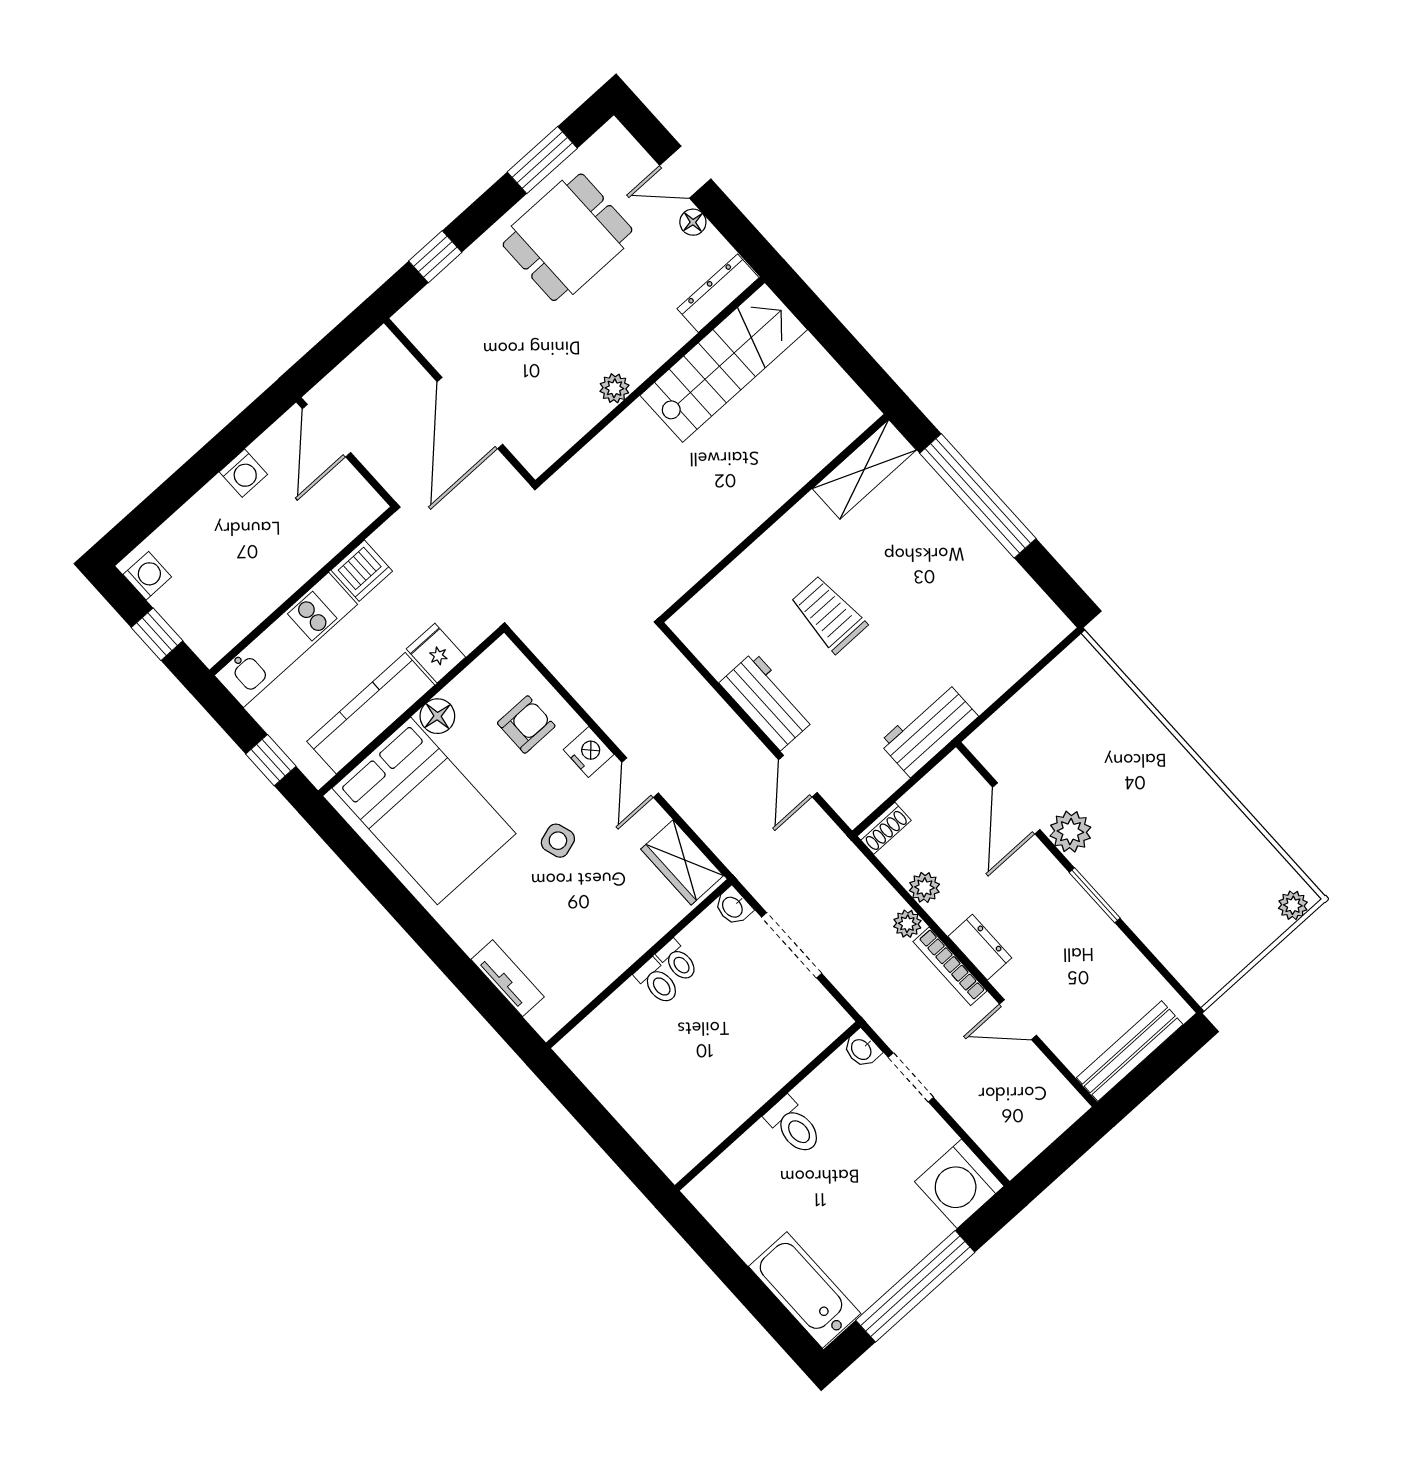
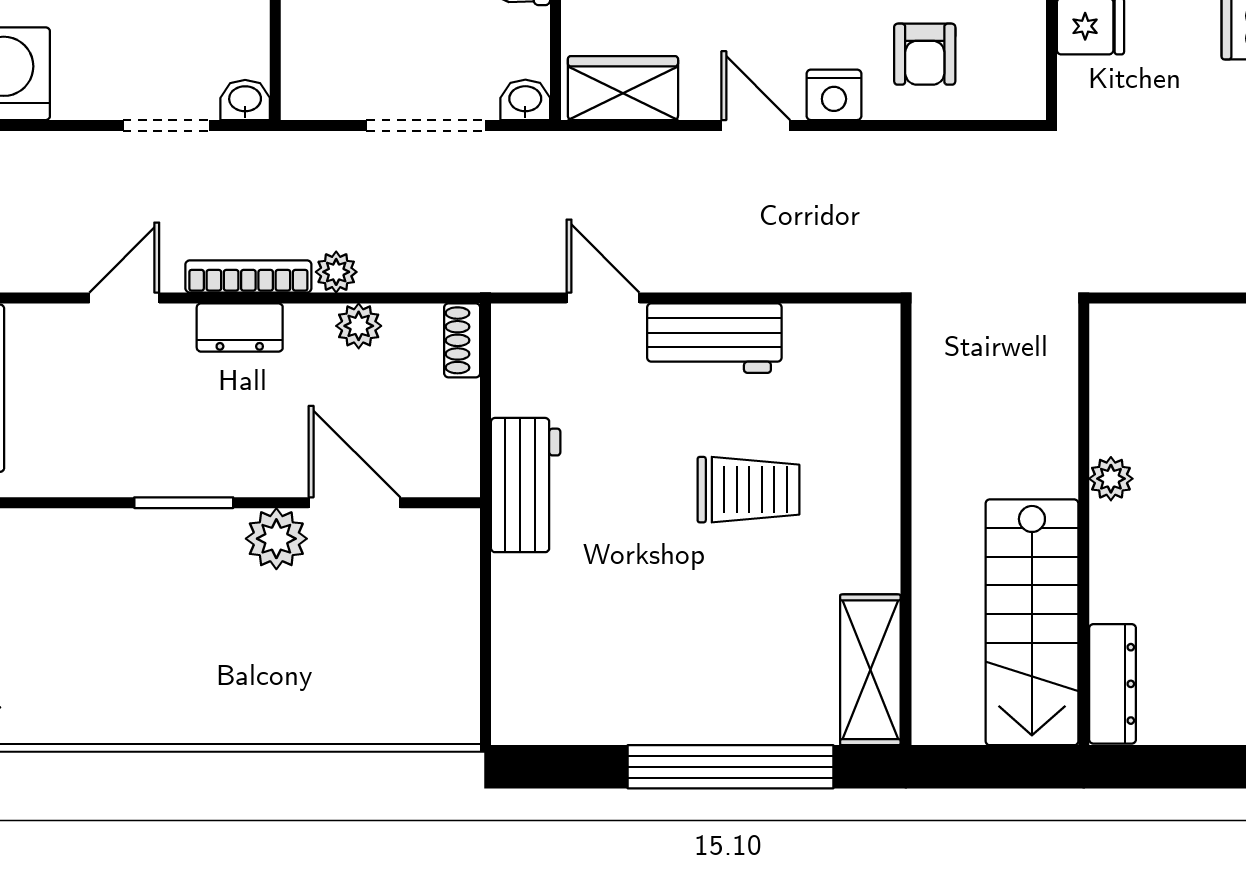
dresser: (718, 293) -> (1113, 684), moved
stairs: (724, 362) -> (1032, 622), moved
wall: (650, 381) -> (1084, 524), moved
plant: (614, 388) -> (1111, 479), moved

